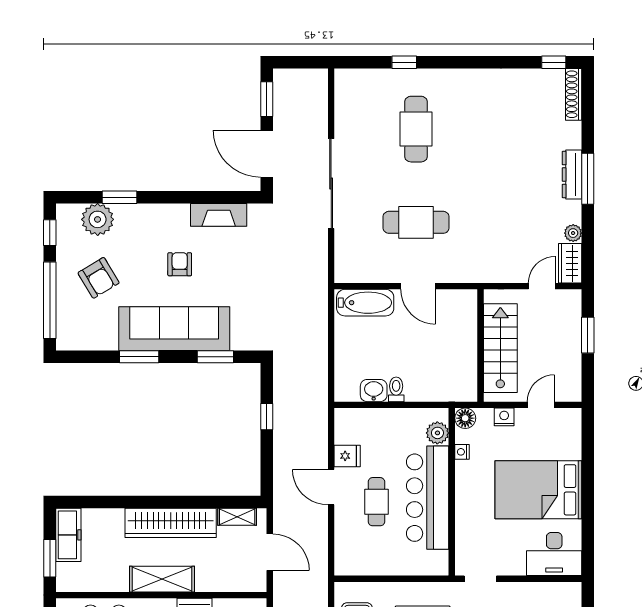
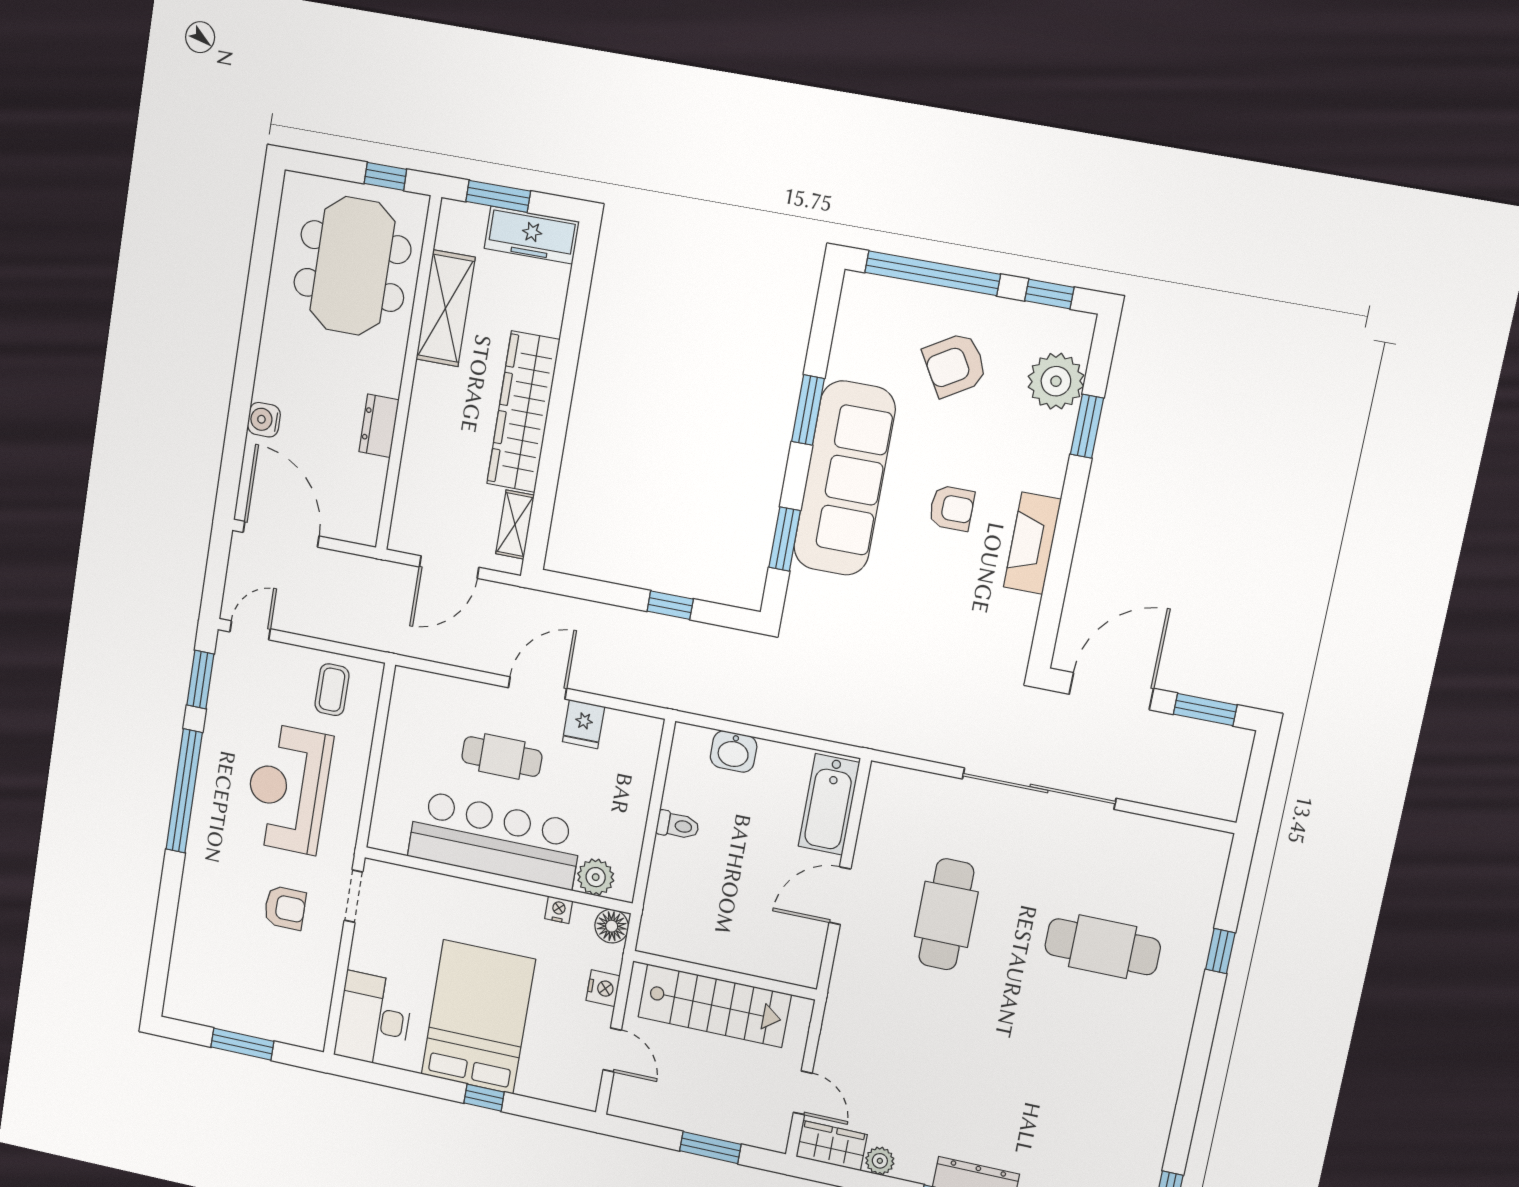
fireplace: (219, 215) -> (1032, 543), moved
washbasin: (374, 391) -> (734, 751), moved, turned 90
window: (588, 478) -> (484, 1098), added
shelving: (162, 579) -> (445, 308), moved

